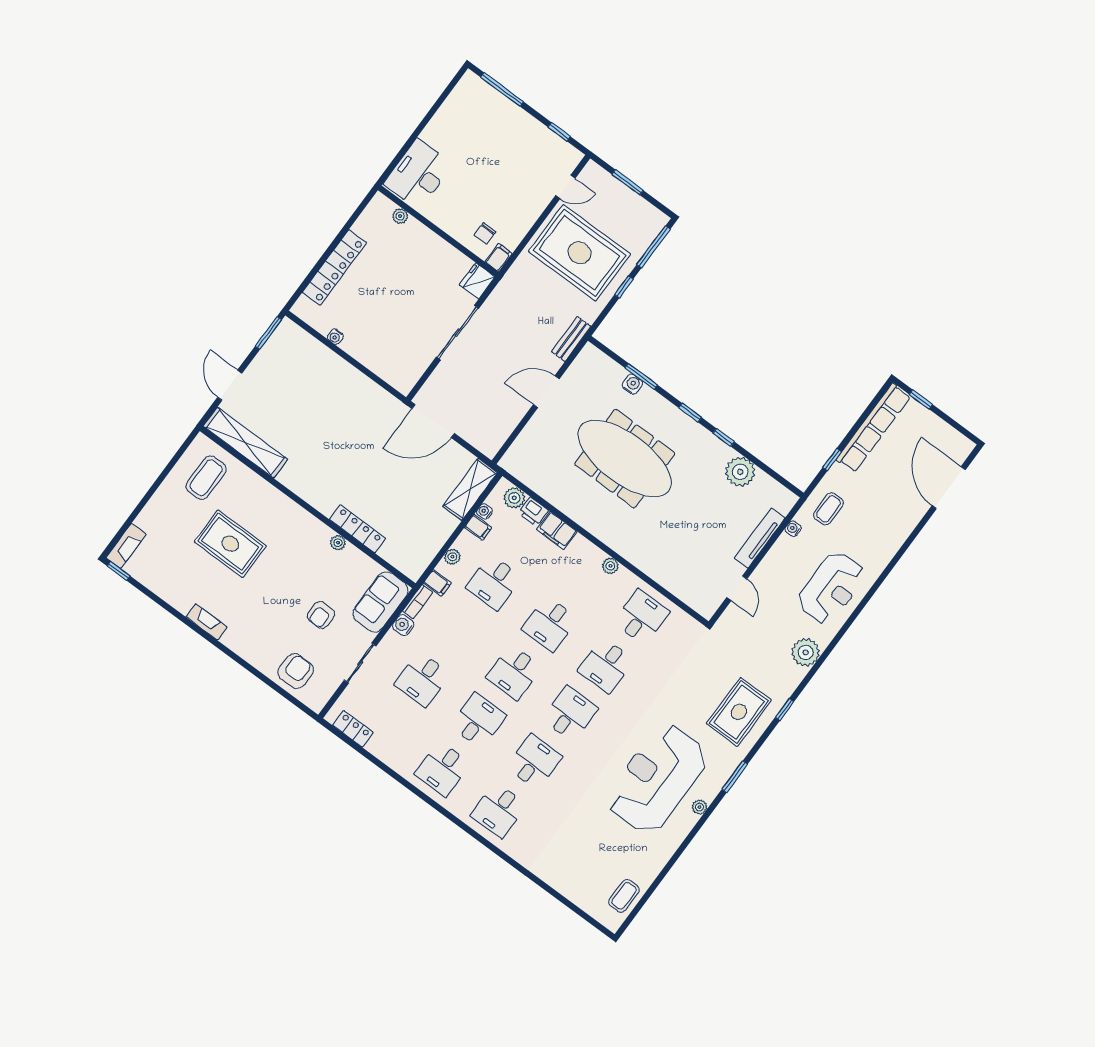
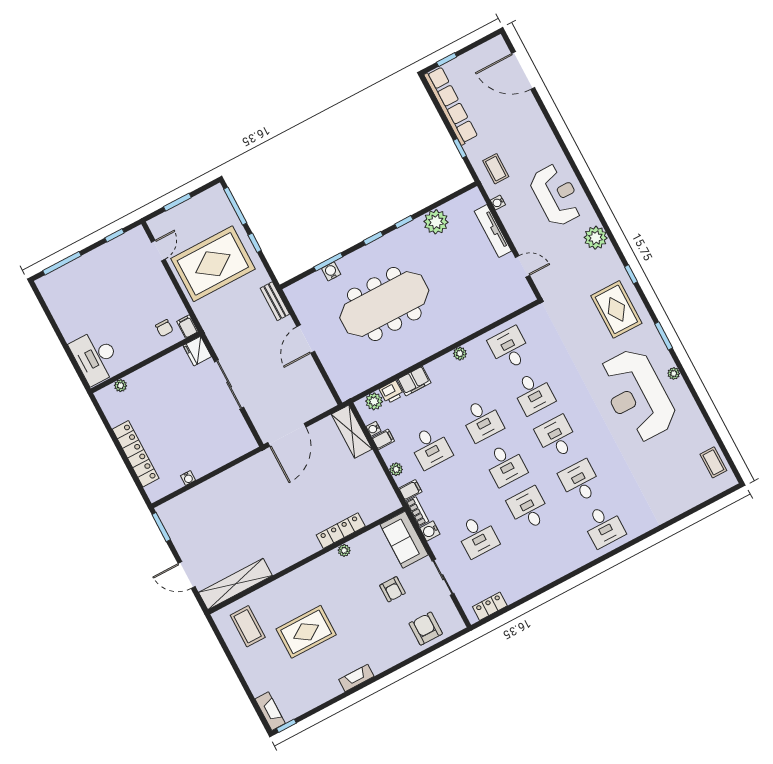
desk: (443, 769) -> (552, 553), removed

